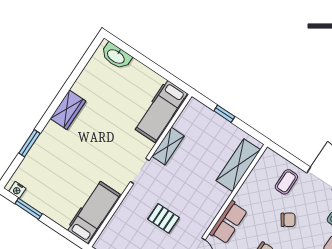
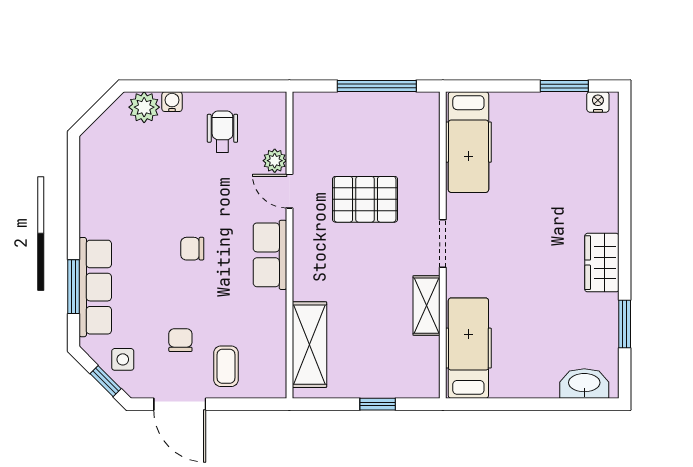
window: (29, 143) -> (625, 324), moved
pallet: (163, 218) -> (365, 199), width x1.50, depth x1.42
chair: (288, 220) -> (180, 340), moved, turned 124

